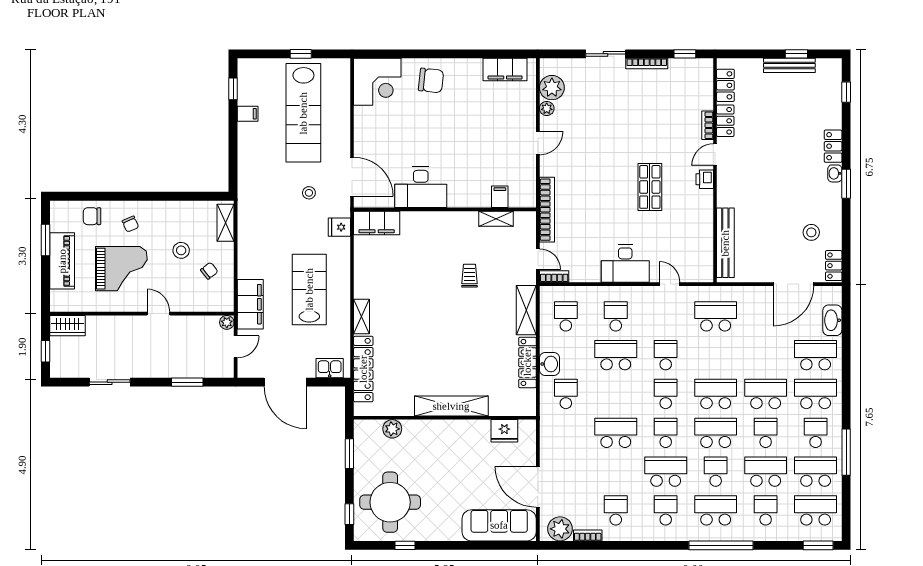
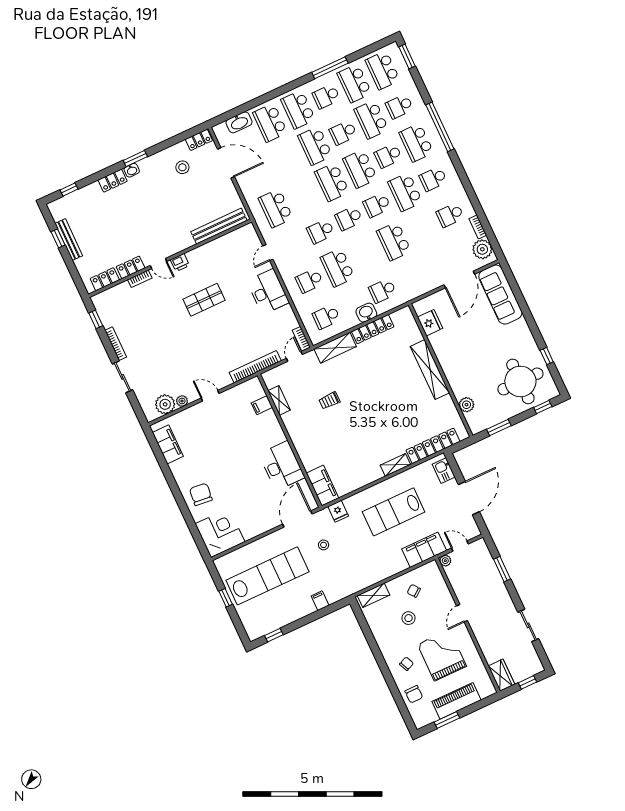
filing cabinet: (248, 114) -> (320, 601), moved

